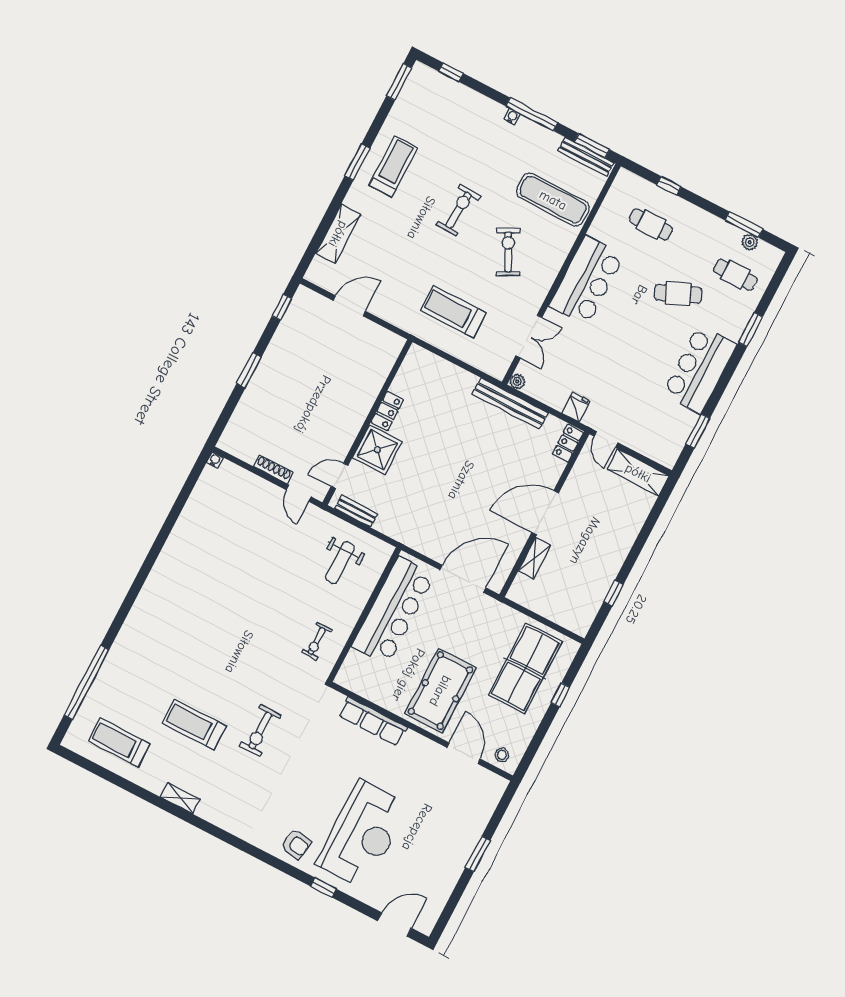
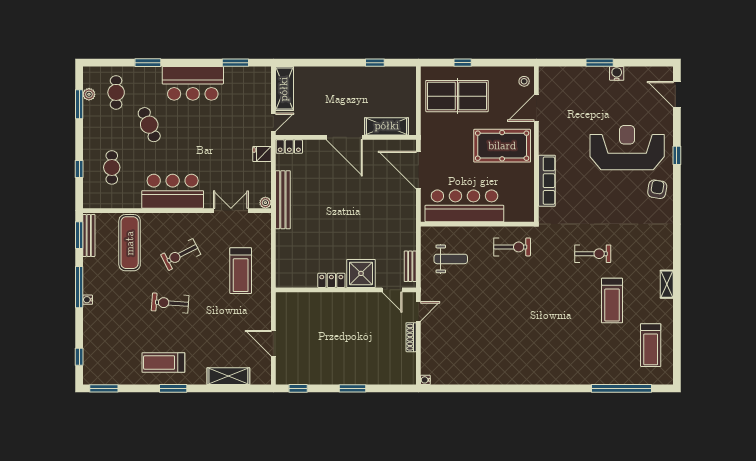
shelving: (534, 558) -> (387, 126), width x1.50, depth x1.33
exercise bike: (317, 641) -> (512, 247), width x1.38, depth x1.39
water cooler: (455, 867) -> (617, 73), added

